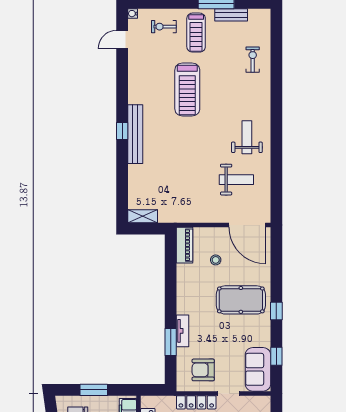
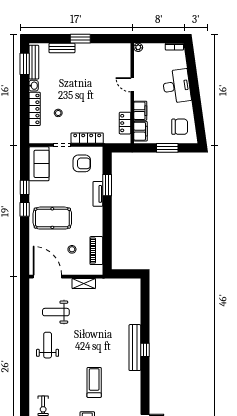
treadmill: (187, 89) -> (94, 382), width x0.73, depth x0.73
weight bench: (247, 137) -> (48, 345), turned 180
shelving: (143, 216) -> (84, 283), moved
piano: (184, 245) -> (96, 251), moved
window: (276, 356) -> (25, 187), moved

